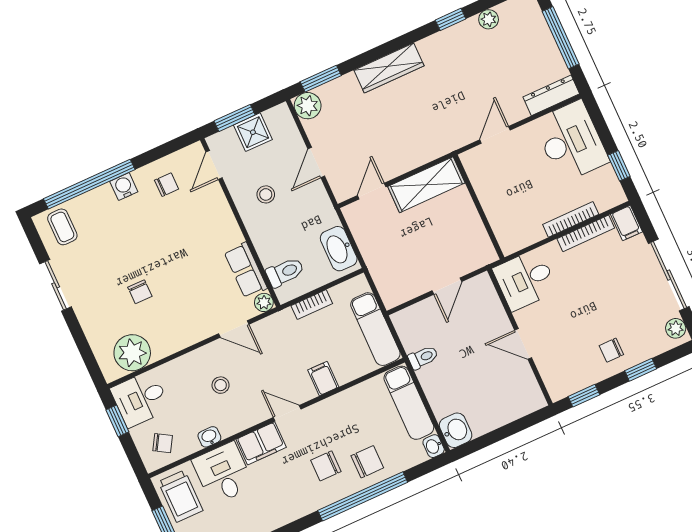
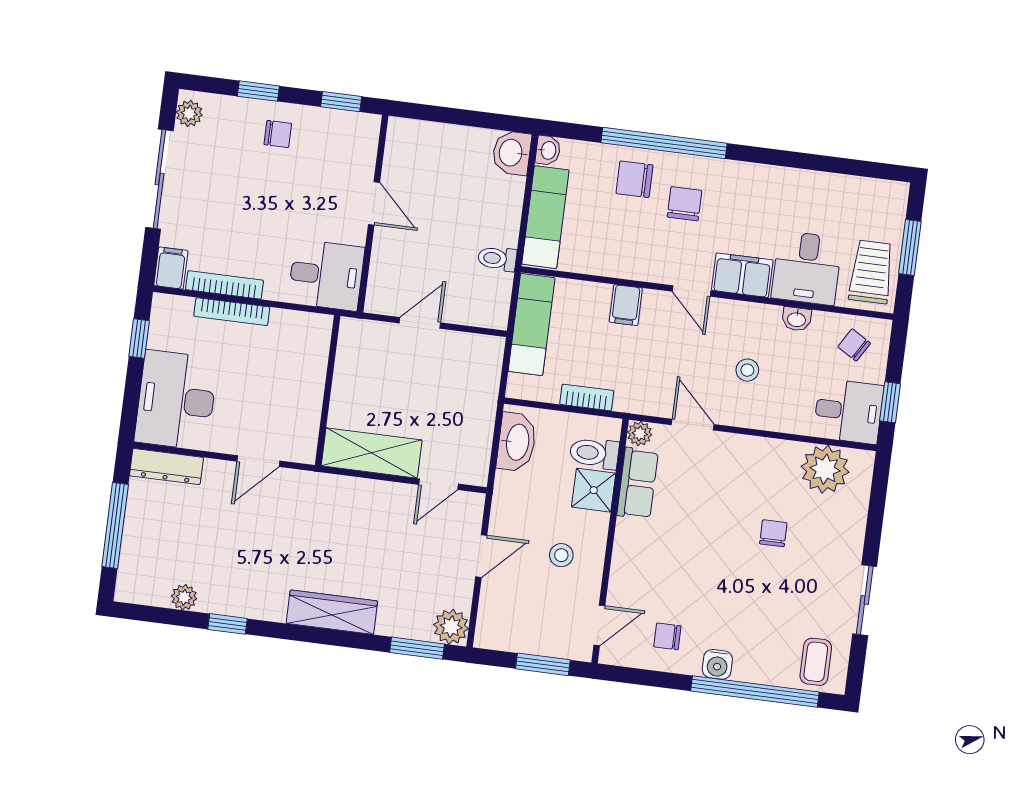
shower: (253, 132) -> (594, 490), moved
chair: (326, 466) -> (684, 204), turned -90

